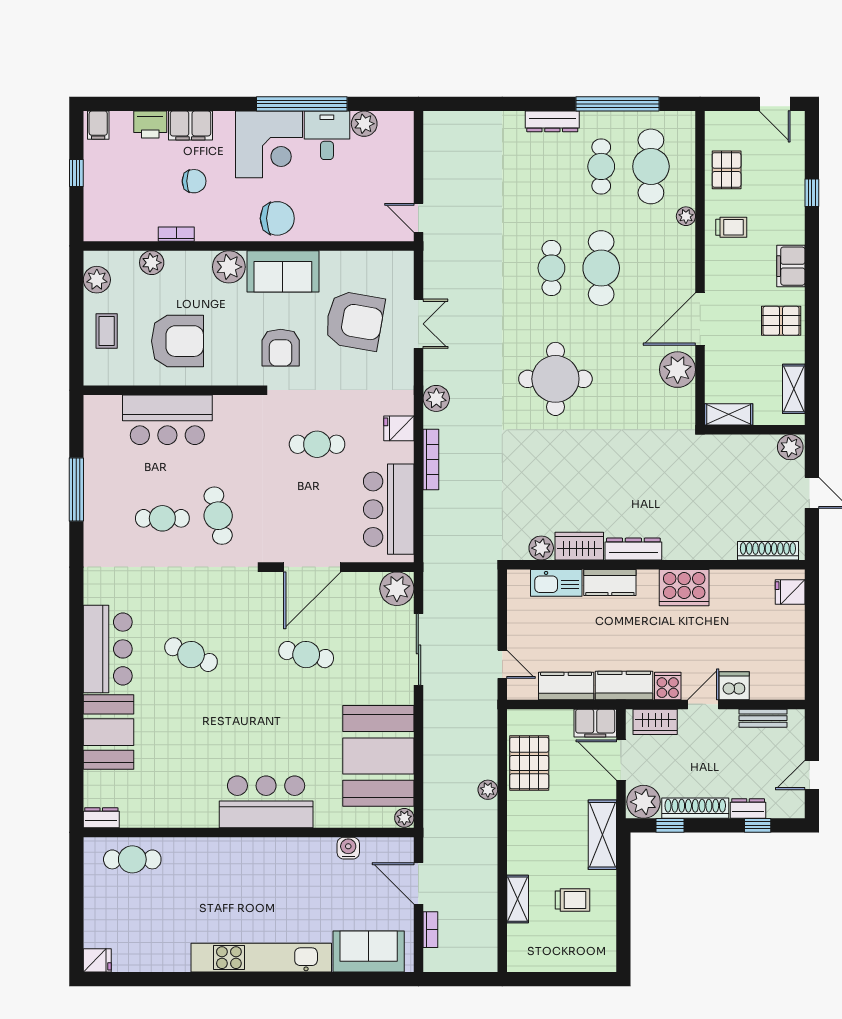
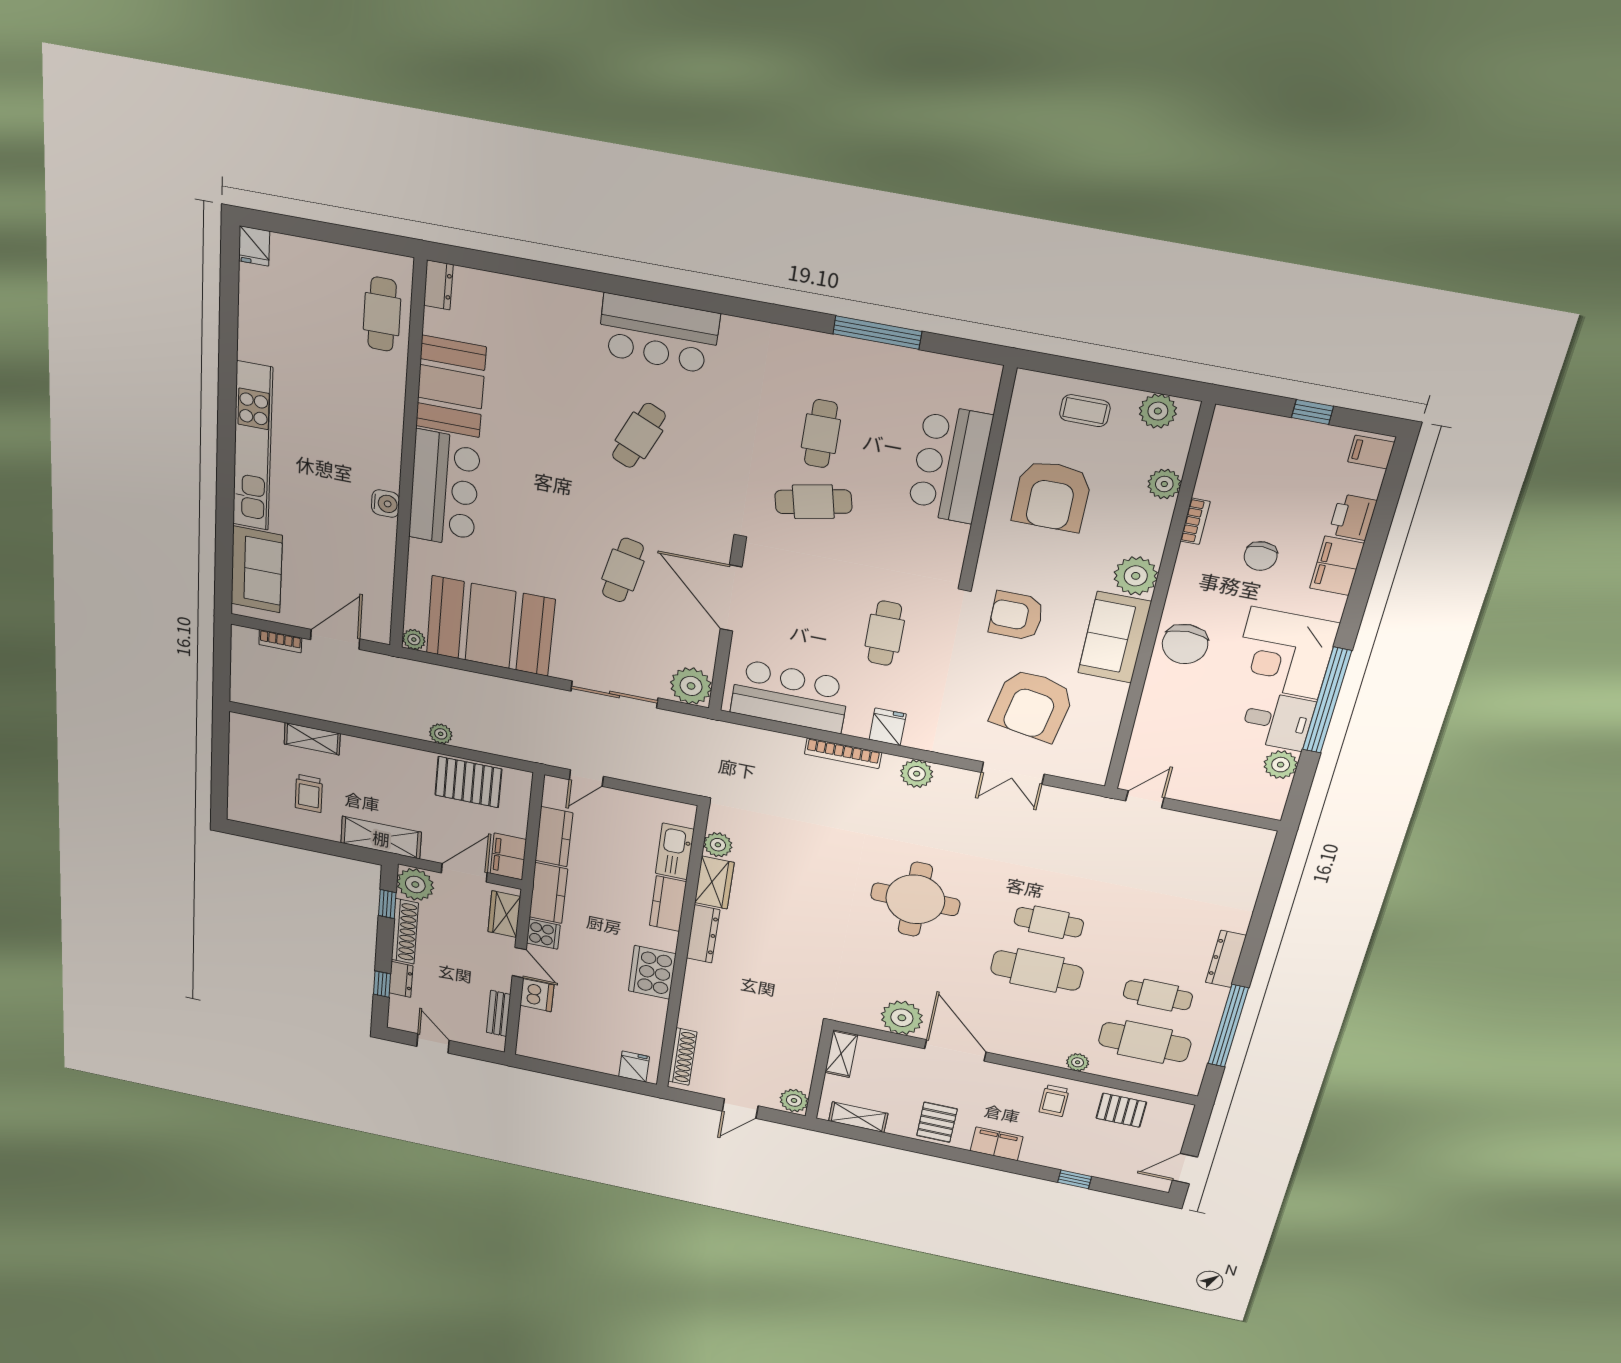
booth: (108, 732) -> (451, 387), moved, turned 90
water cooler: (348, 848) -> (385, 504), moved

